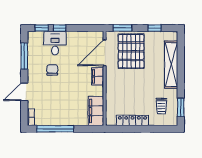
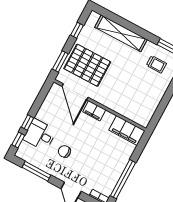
locker: (132, 120) -> (155, 100), removed

